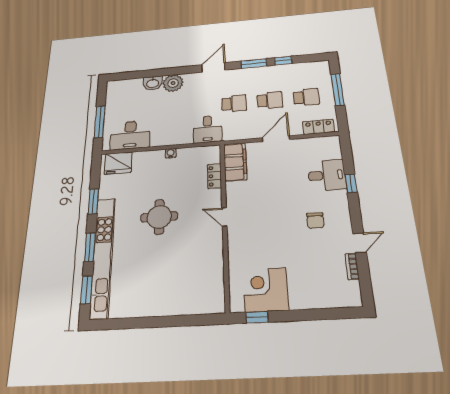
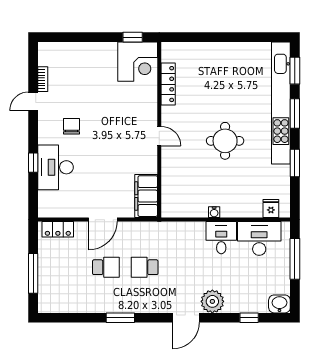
window: (283, 61) -> (249, 318), moved
door: (213, 67) -> (186, 318), moved
washbasin: (153, 83) -> (279, 304), moved
school desk: (306, 97) -> (67, 267), removed
school desk: (270, 100) -> (106, 267), turned 180
desk: (207, 129) -> (221, 238), moved
fridge: (118, 163) -> (271, 209), width x0.53, depth x0.75
desk: (327, 175) -> (55, 167), width x1.37
locker: (214, 176) -> (168, 84), moved, width x1.53
corner desk: (266, 290) -> (138, 62), moved

